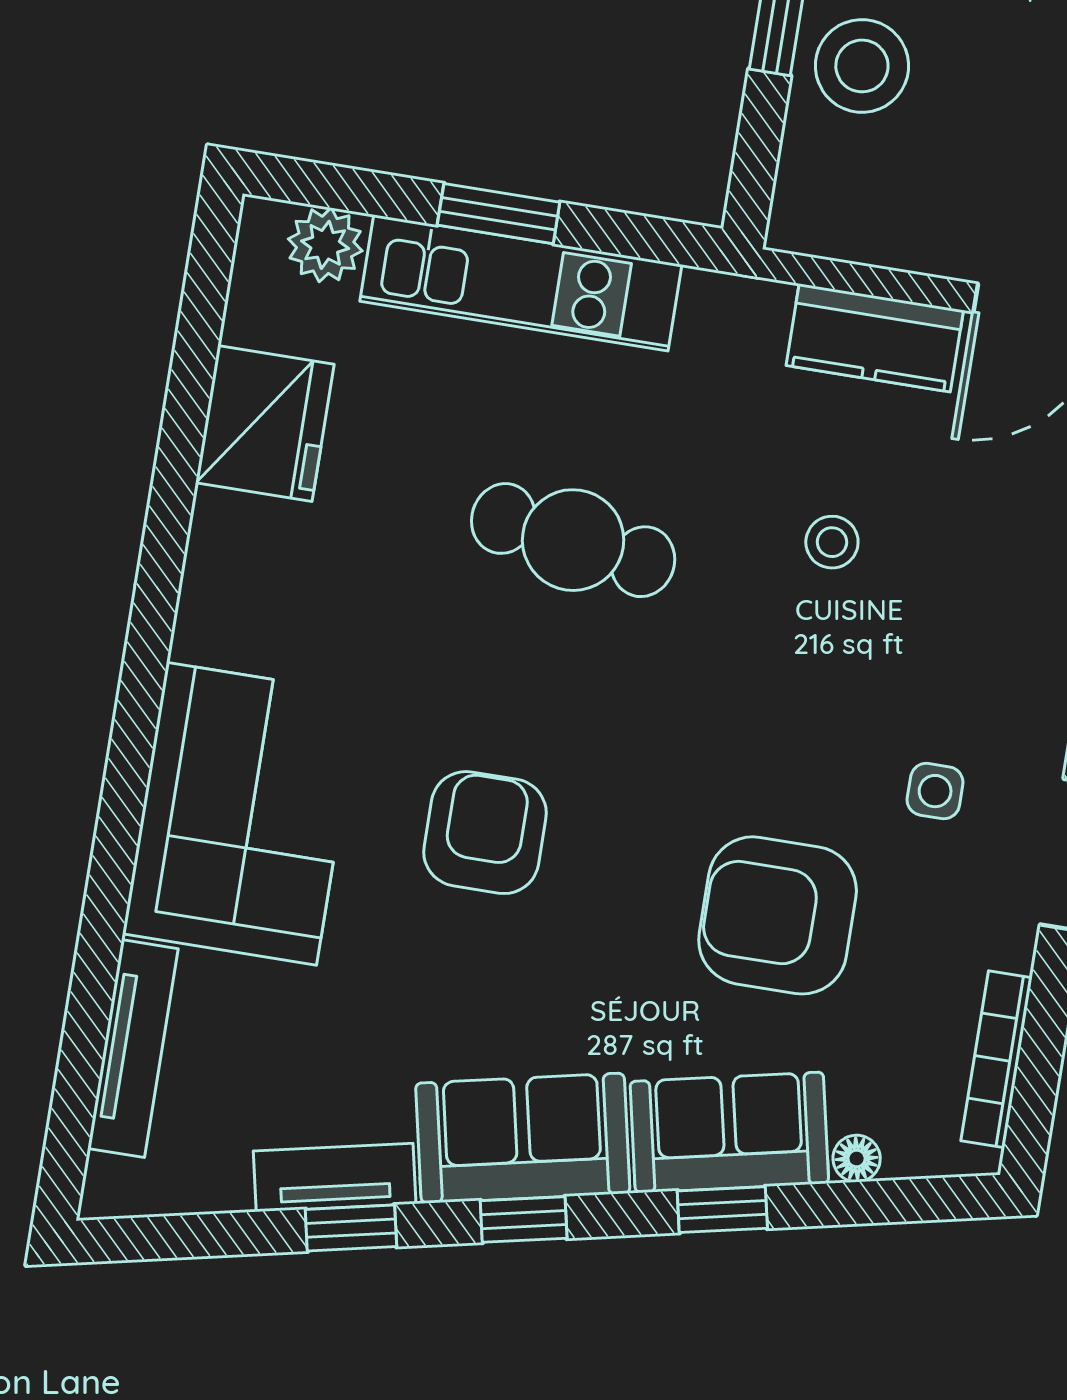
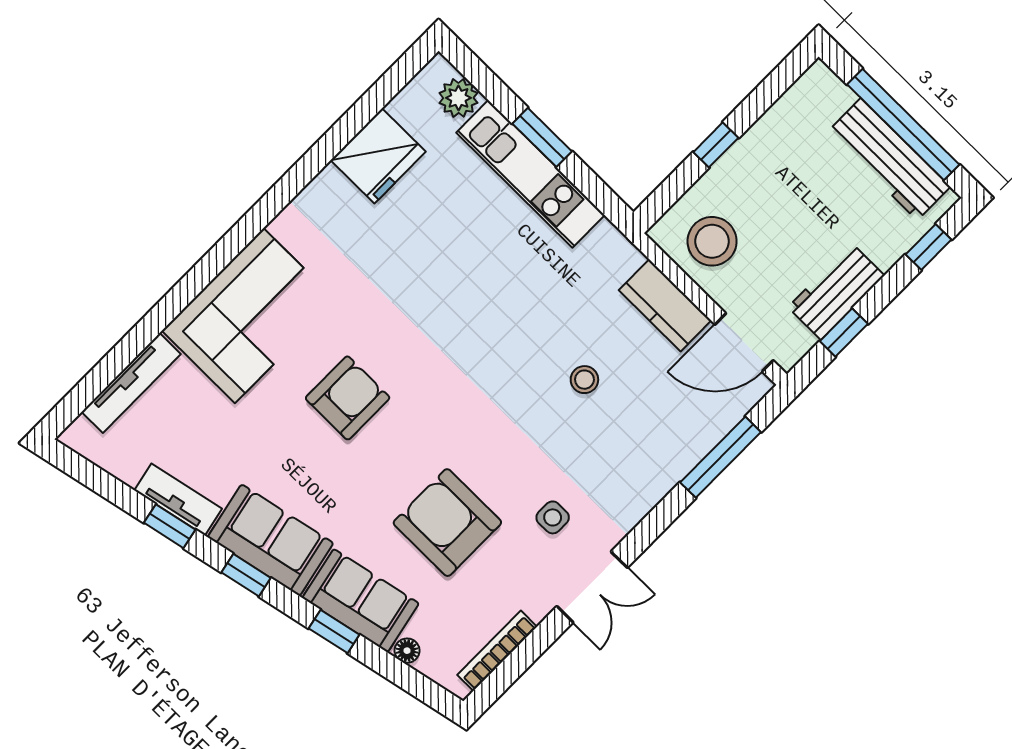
stool: (862, 66) -> (712, 241), moved
cafe table: (573, 540) -> (474, 300), removed

